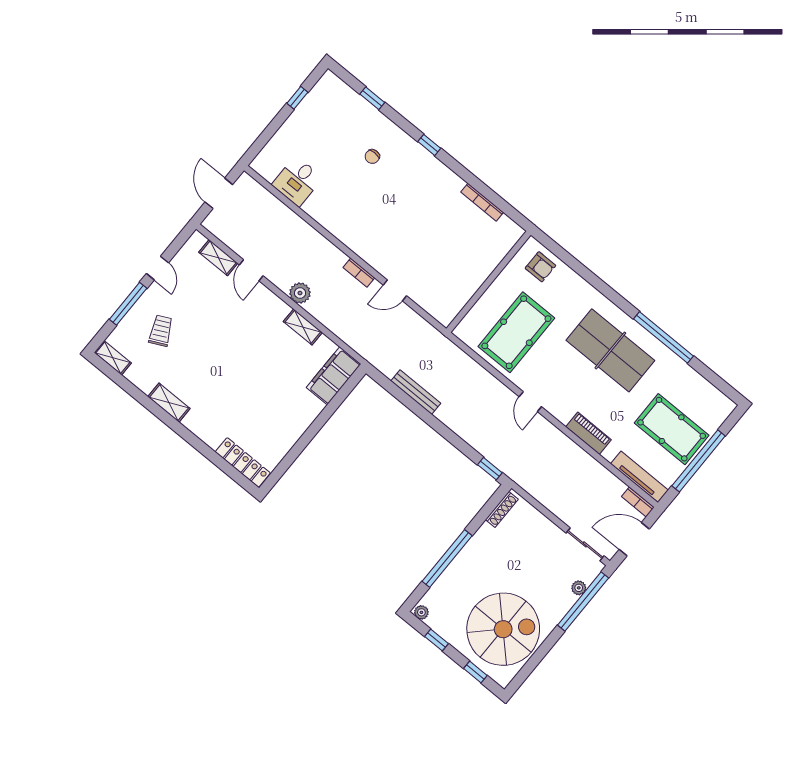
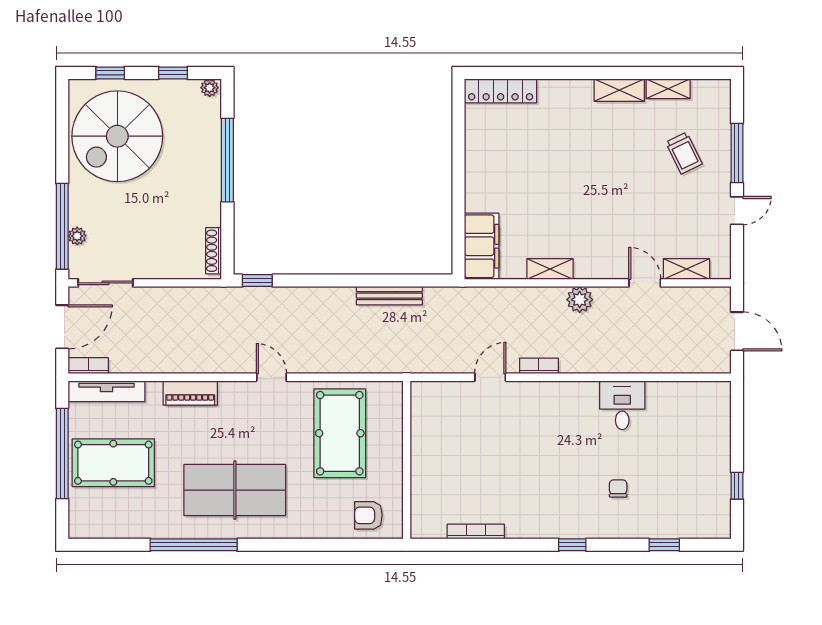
desk: (297, 181) -> (622, 405), moved
door: (157, 268) -> (737, 211), swing flipped
shelving: (113, 358) -> (668, 89), moved

